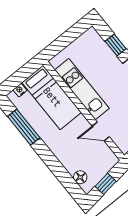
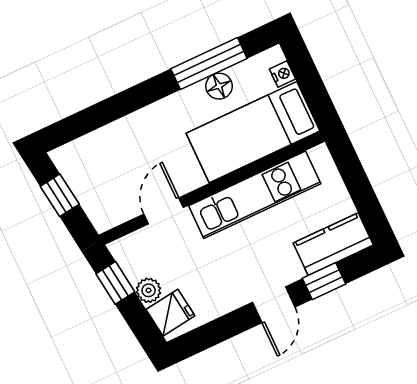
kitchen counter: (96, 45) -> (333, 244), added
floor lamp: (80, 177) -> (219, 86), moved

